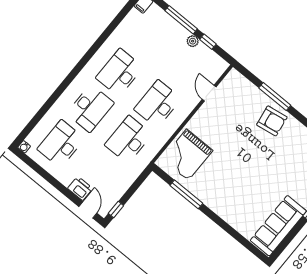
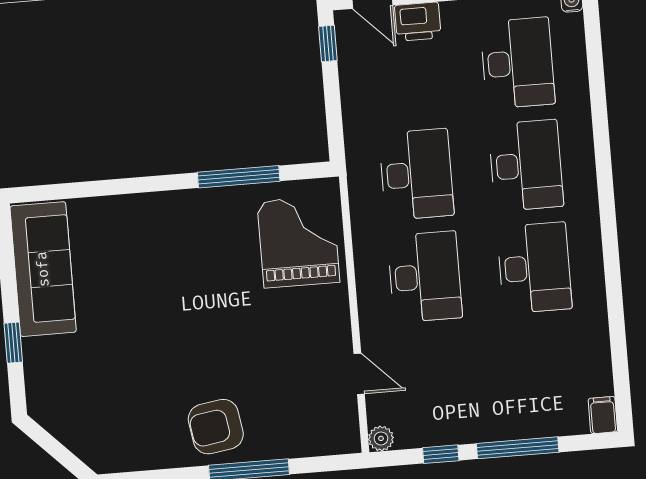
plant: (193, 41) -> (381, 438), moved
desk: (90, 108) -> (526, 165), turned 180

